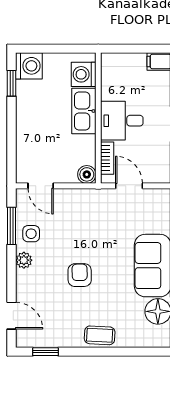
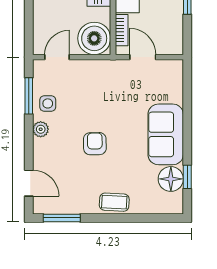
boiler: (87, 174) -> (94, 38), width x1.86, depth x1.86
door: (41, 186) -> (57, 57), swing flipped
window: (46, 352) -> (62, 218), width x1.50

